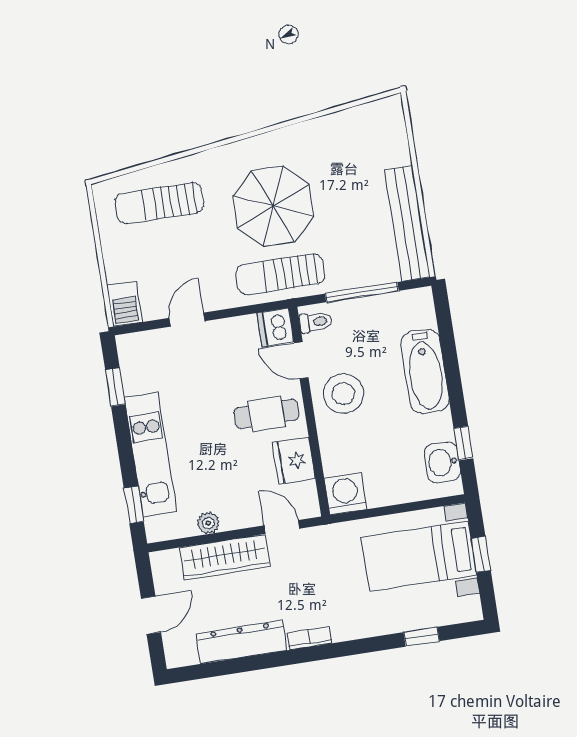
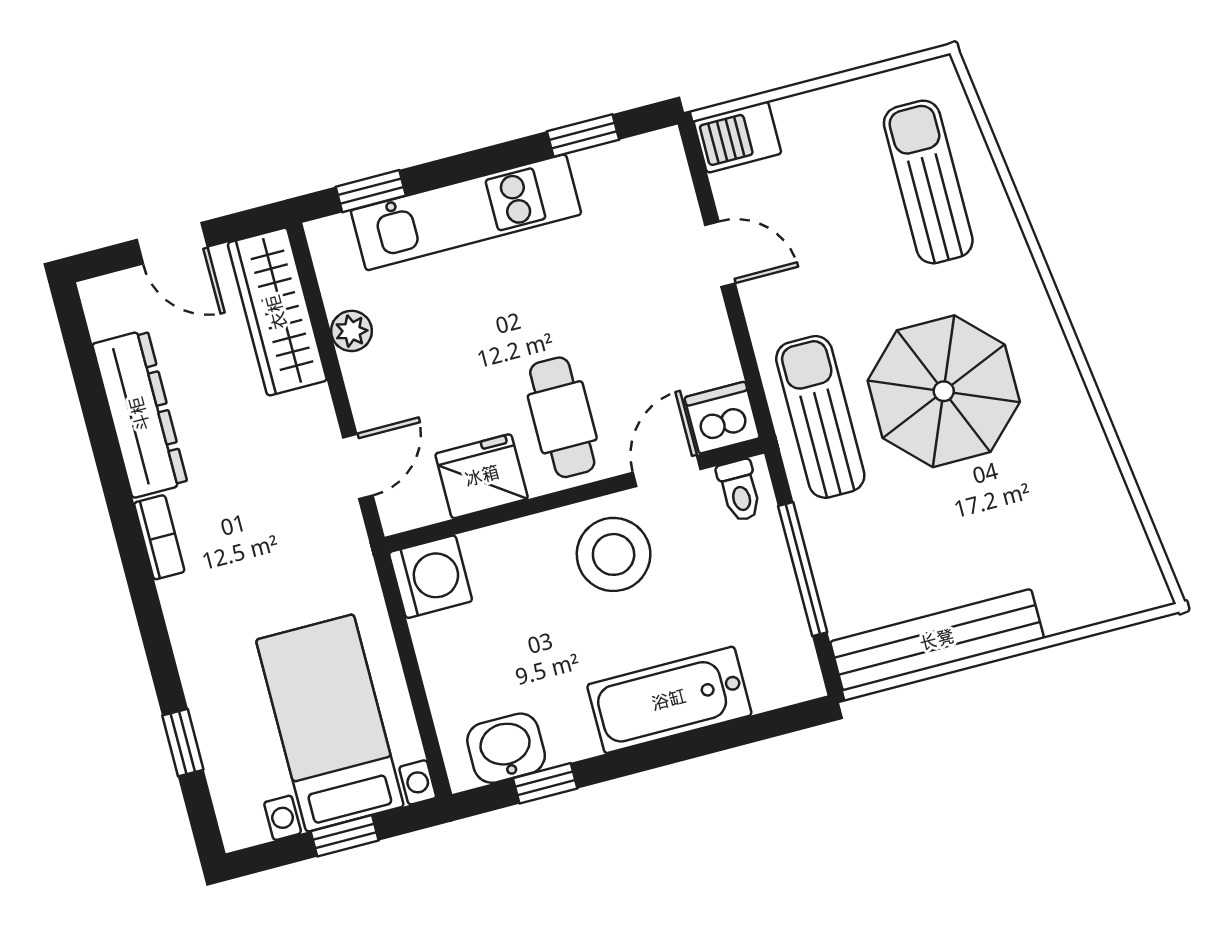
wardrobe: (225, 557) -> (277, 312), moved

